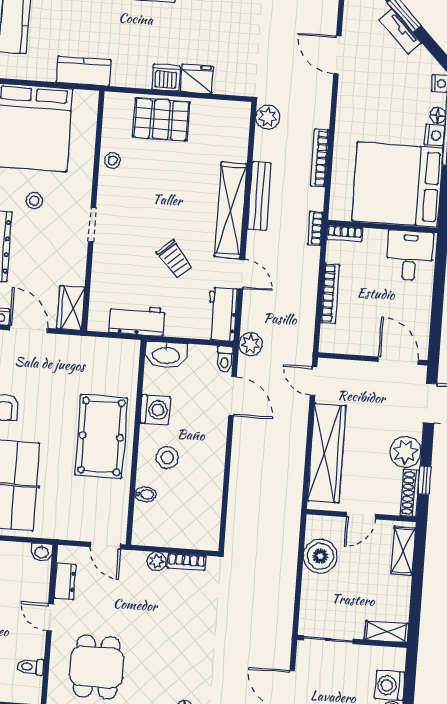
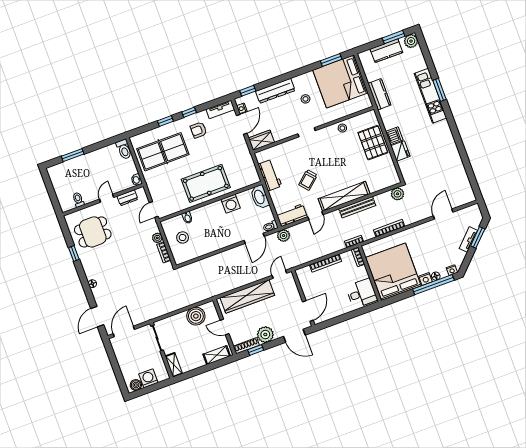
stool: (167, 457) -> (183, 237), moved

